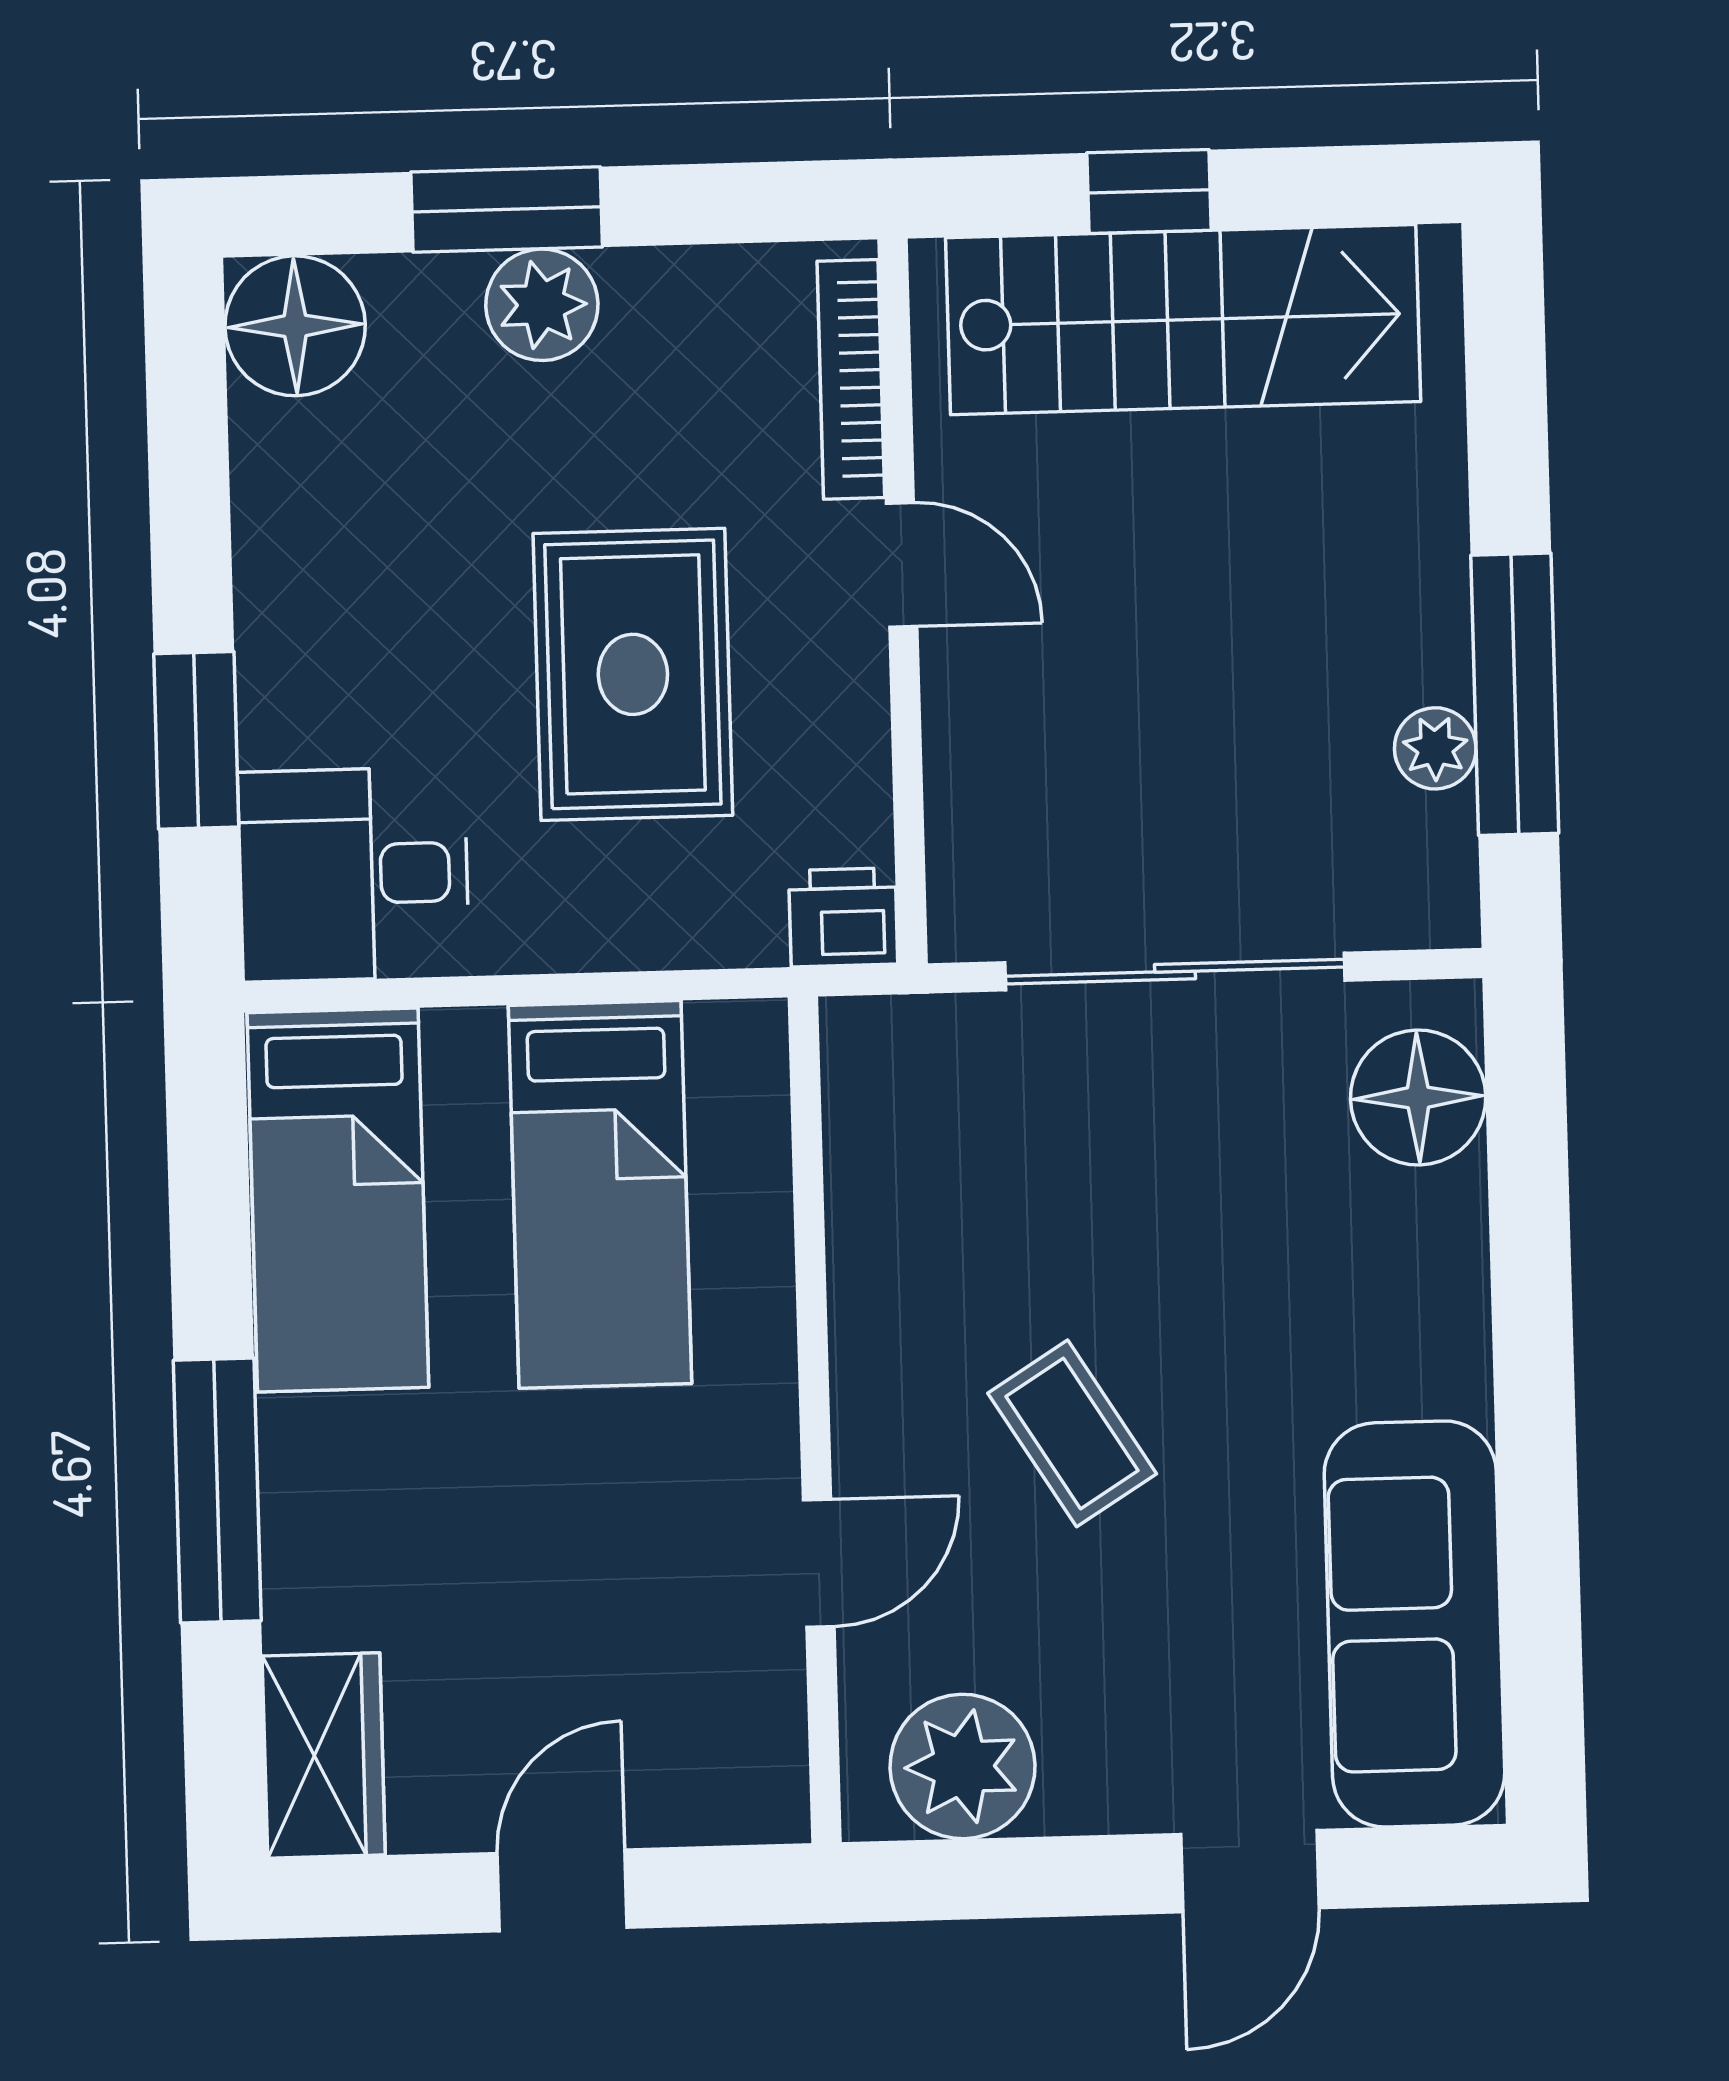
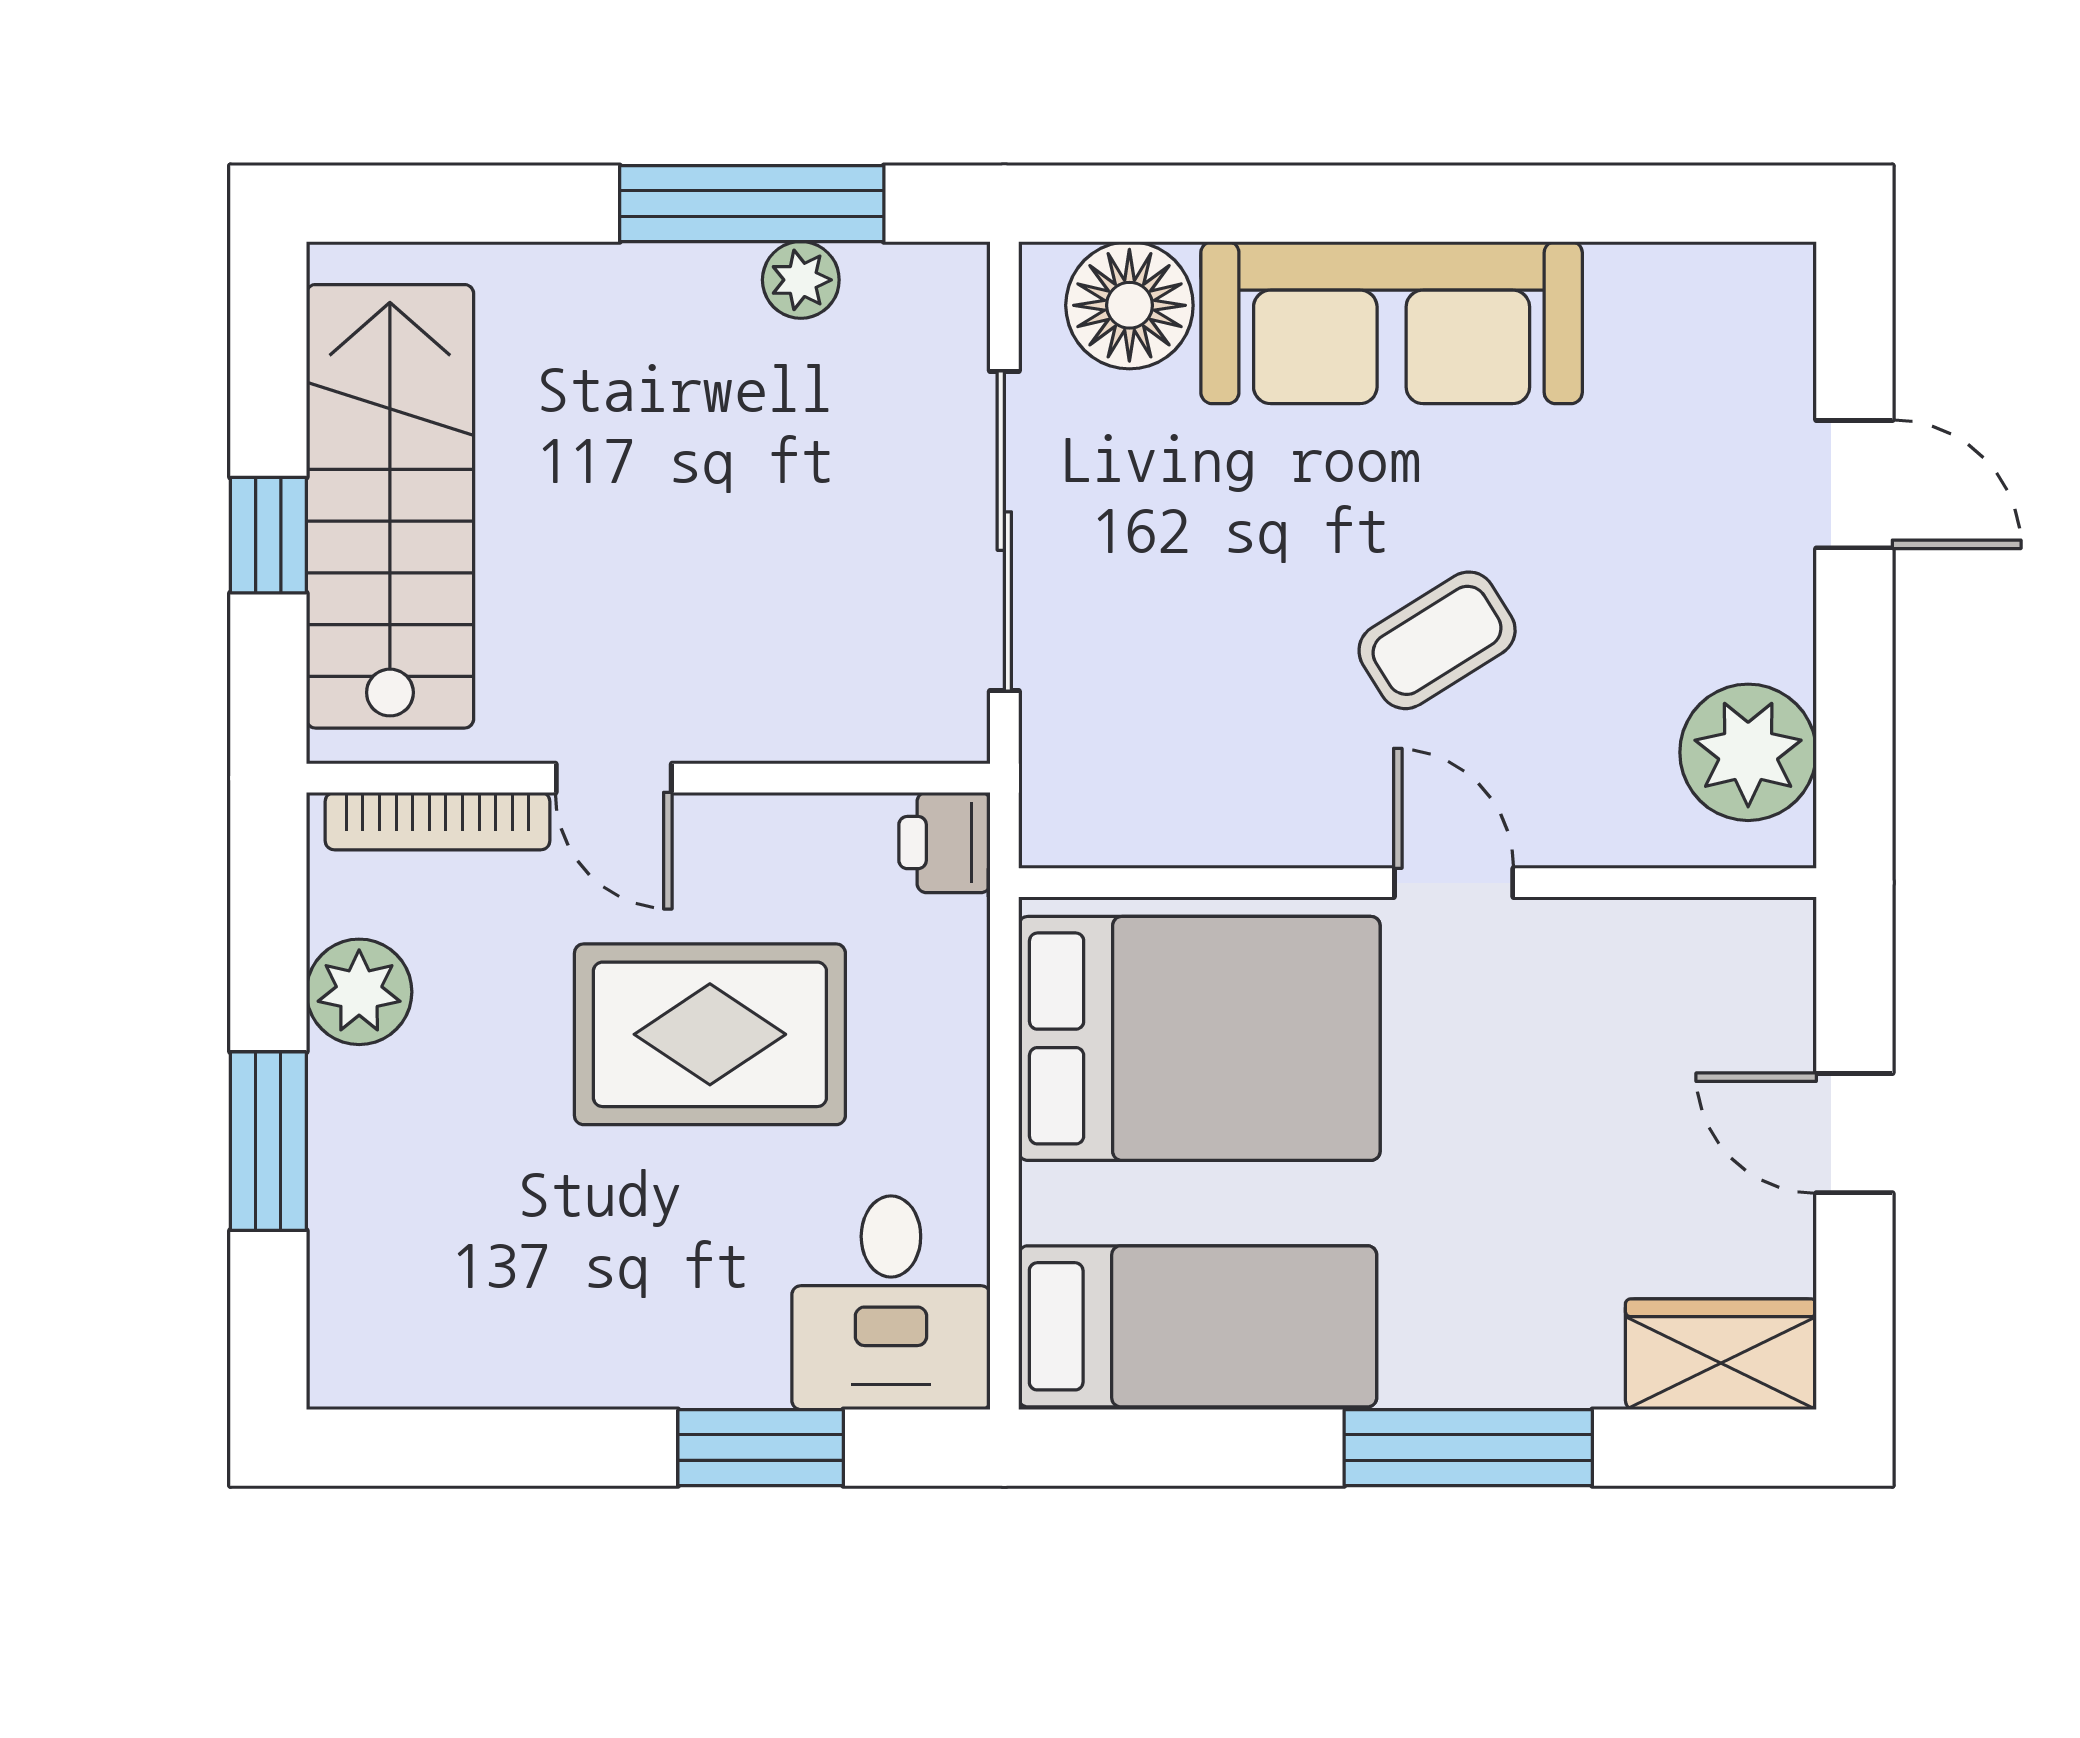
plant: (542, 305) -> (359, 992), moved
floor lamp: (295, 326) -> (372, 1344), removed
door: (902, 565) -> (614, 778), swing flipped
bed: (600, 1194) -> (1199, 1038), width x1.50
door: (819, 1563) -> (1454, 883), moved
sofa: (1414, 1624) -> (1392, 323), moved

